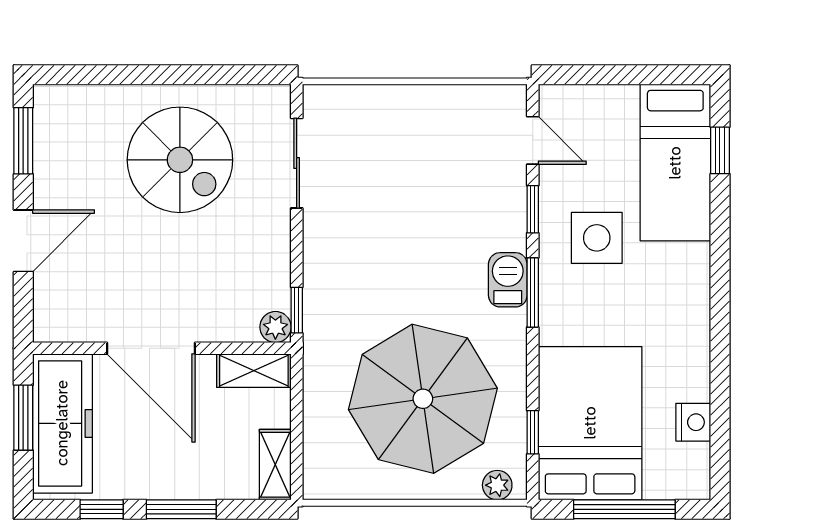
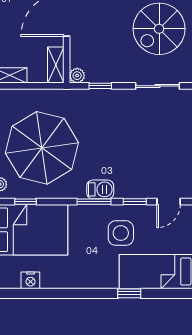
window: (720, 150) -> (129, 293), moved
window: (297, 310) -> (100, 86), moved

